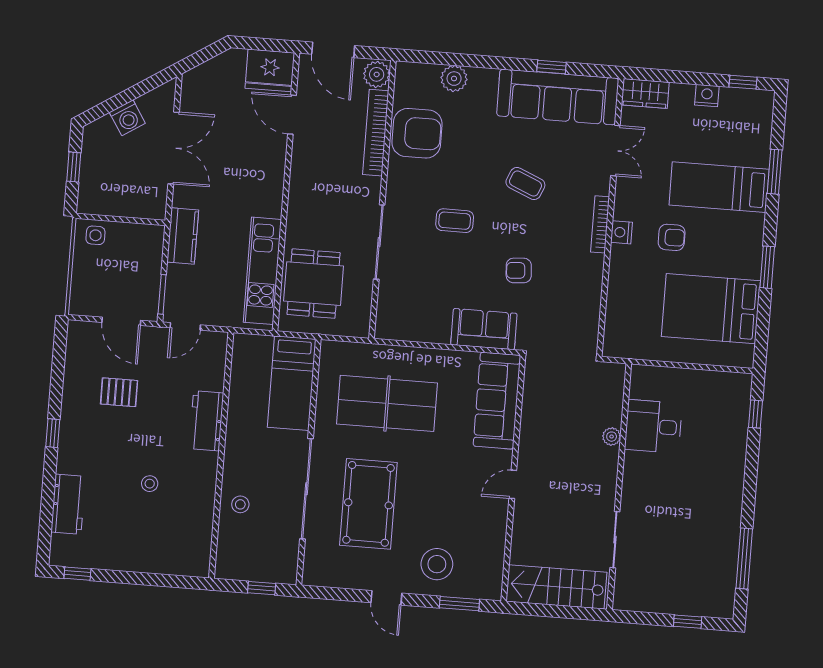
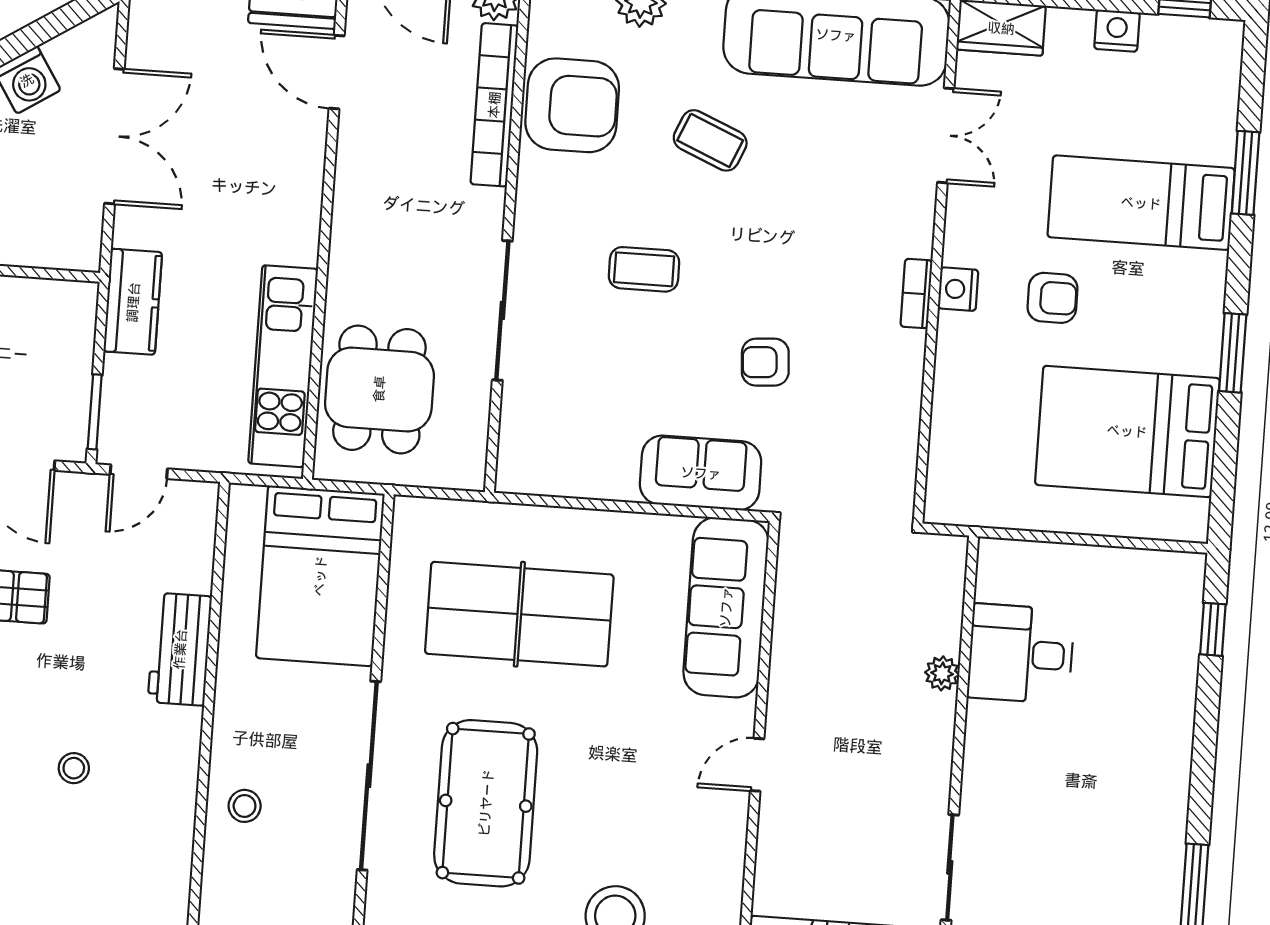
coffee table: (525, 184) -> (710, 140), moved
bookcase: (600, 224) -> (916, 294), width x0.64
bed: (292, 383) -> (320, 576), width x1.50

